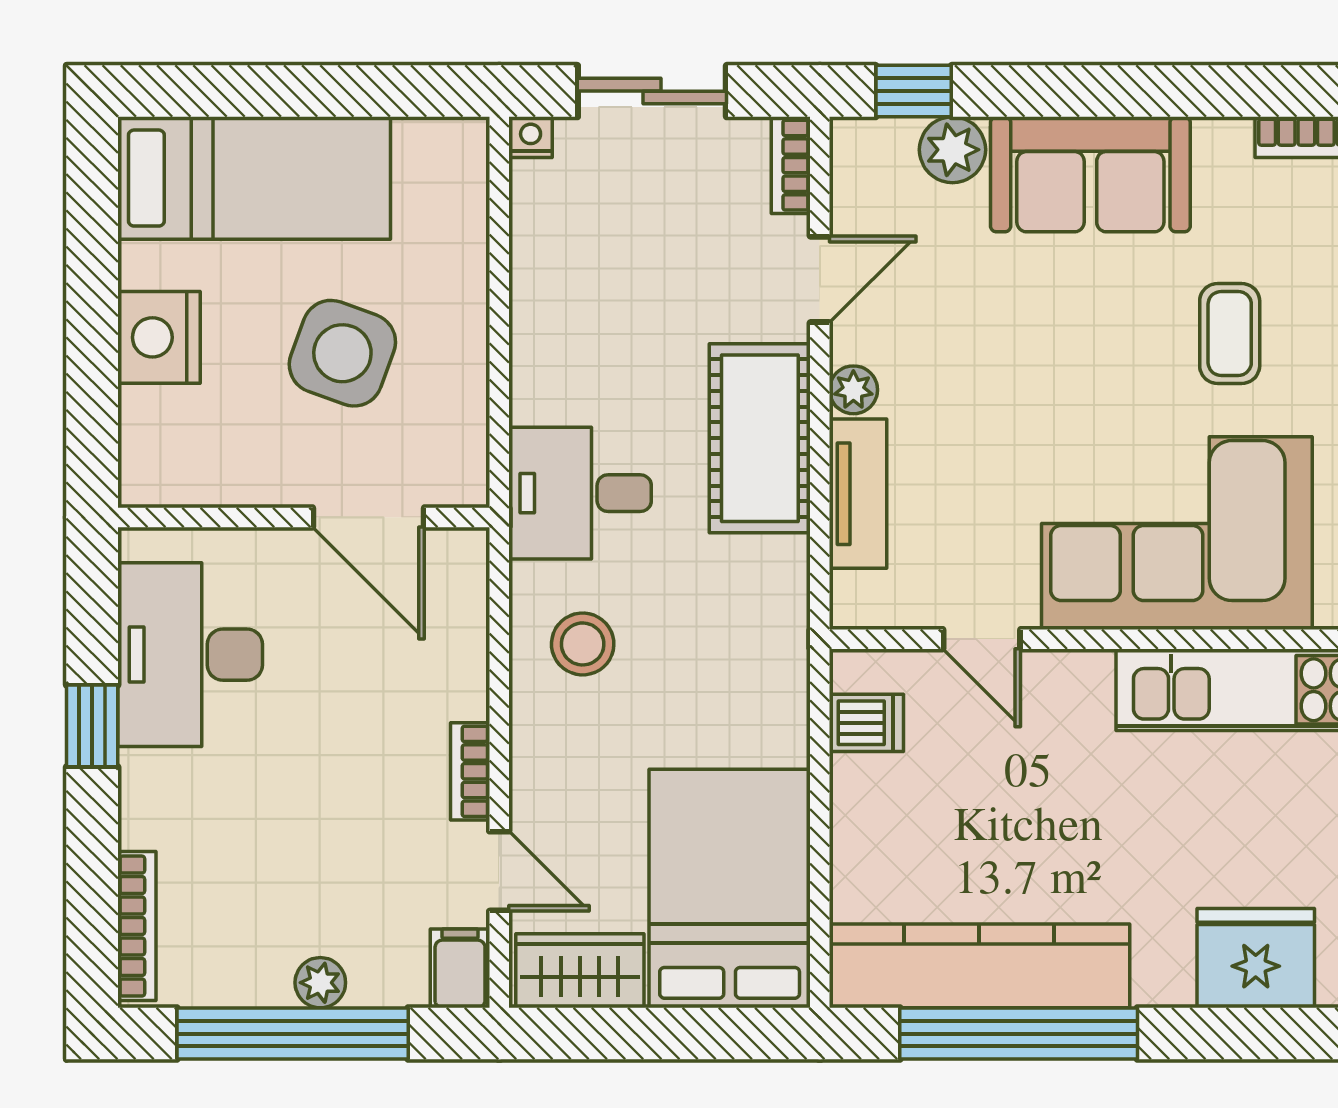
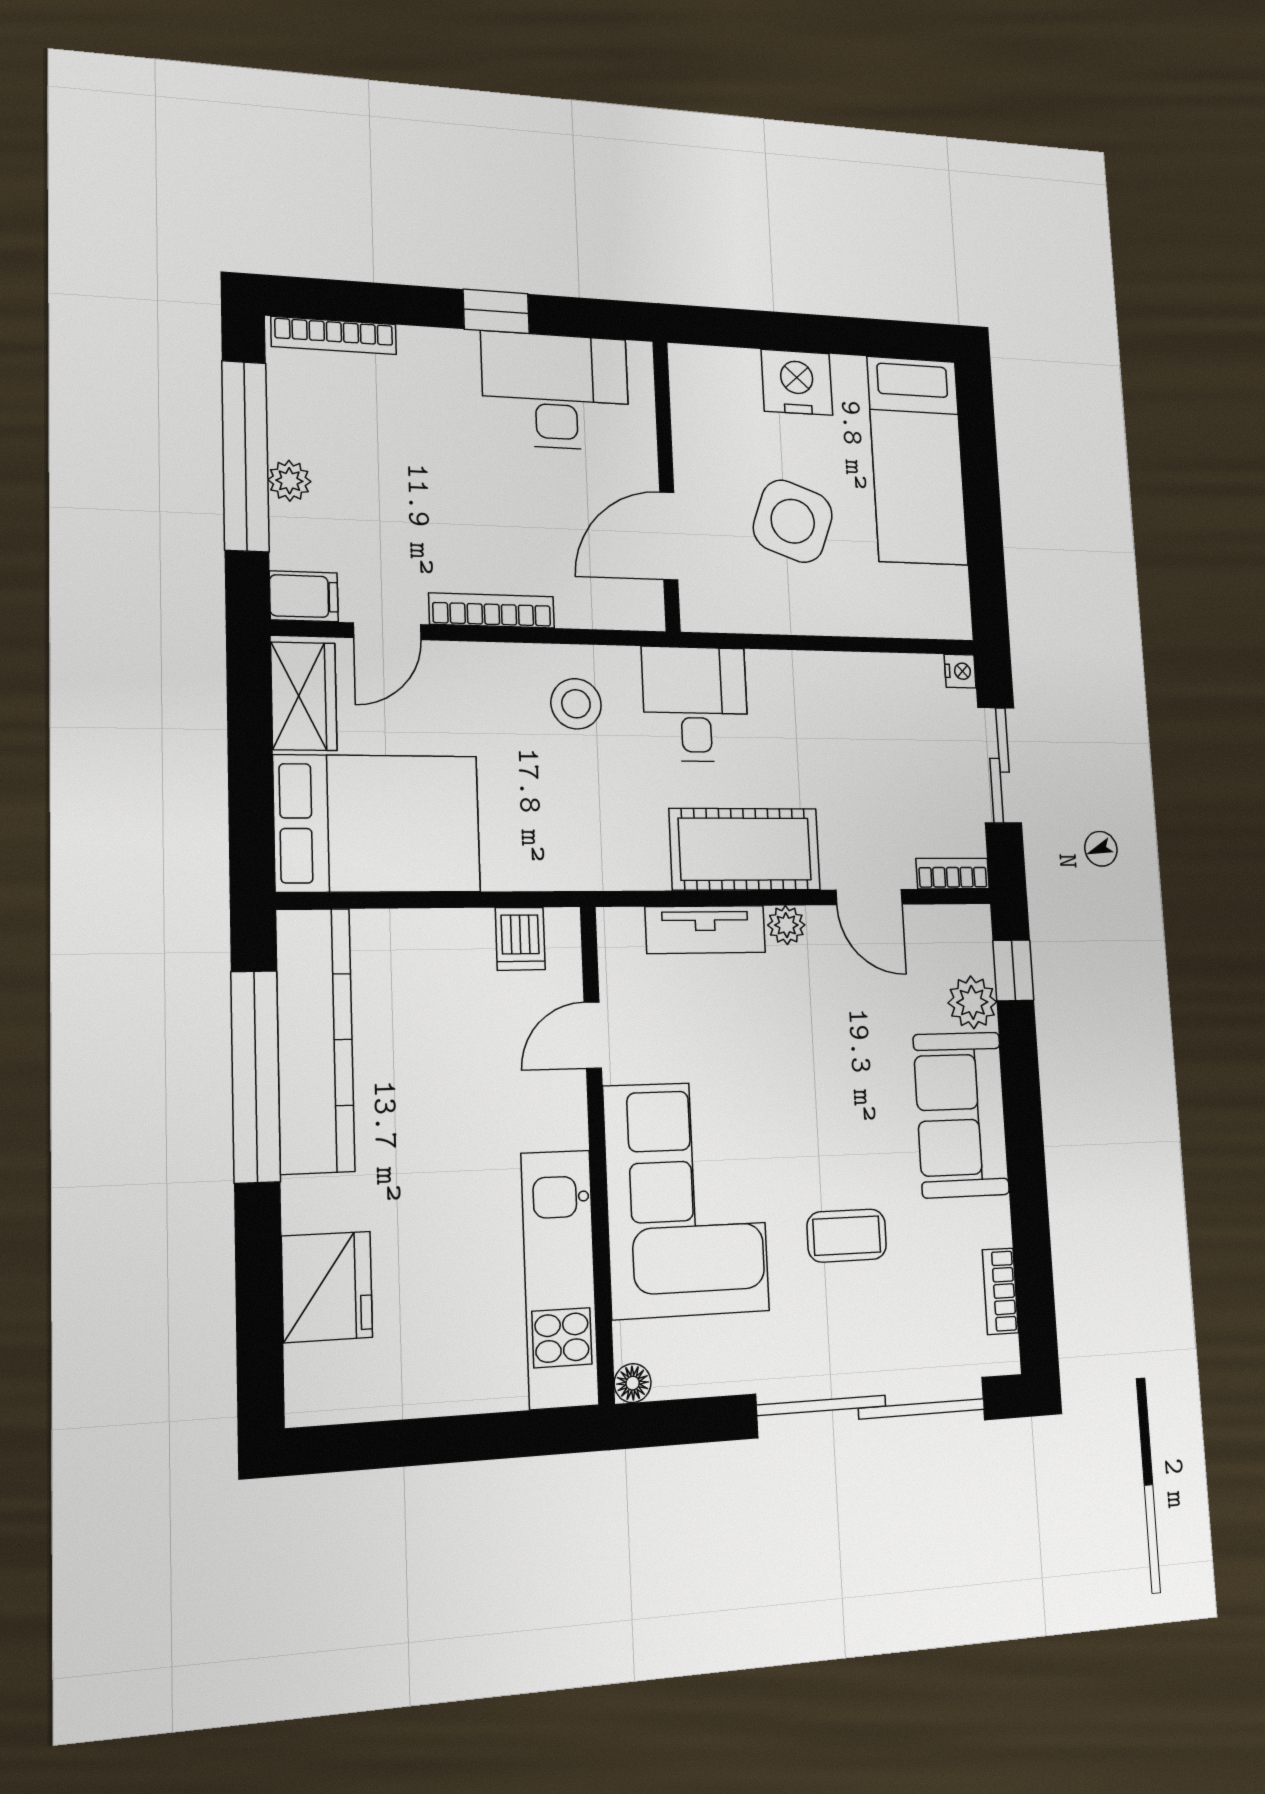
bookcase: (470, 771) -> (492, 610), width x1.56

